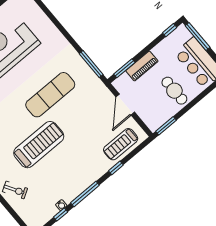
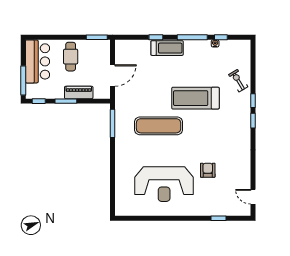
window: (124, 68) -> (66, 101), moved
treadmill: (121, 144) -> (167, 48), moved

